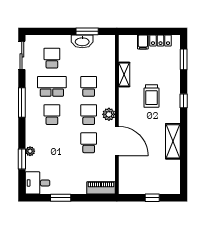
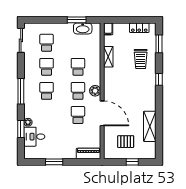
washbasin: (82, 41) -> (83, 28), moved
filing cabinet: (143, 42) -> (108, 29), moved
school desk: (52, 86) -> (47, 67), width x0.54
trolley: (151, 96) -> (141, 59), moved
window: (22, 103) -> (21, 91), moved
shelving: (173, 141) -> (150, 126), moved
pallet: (145, 174) -> (126, 142), added
desk: (38, 183) -> (34, 137), moved

